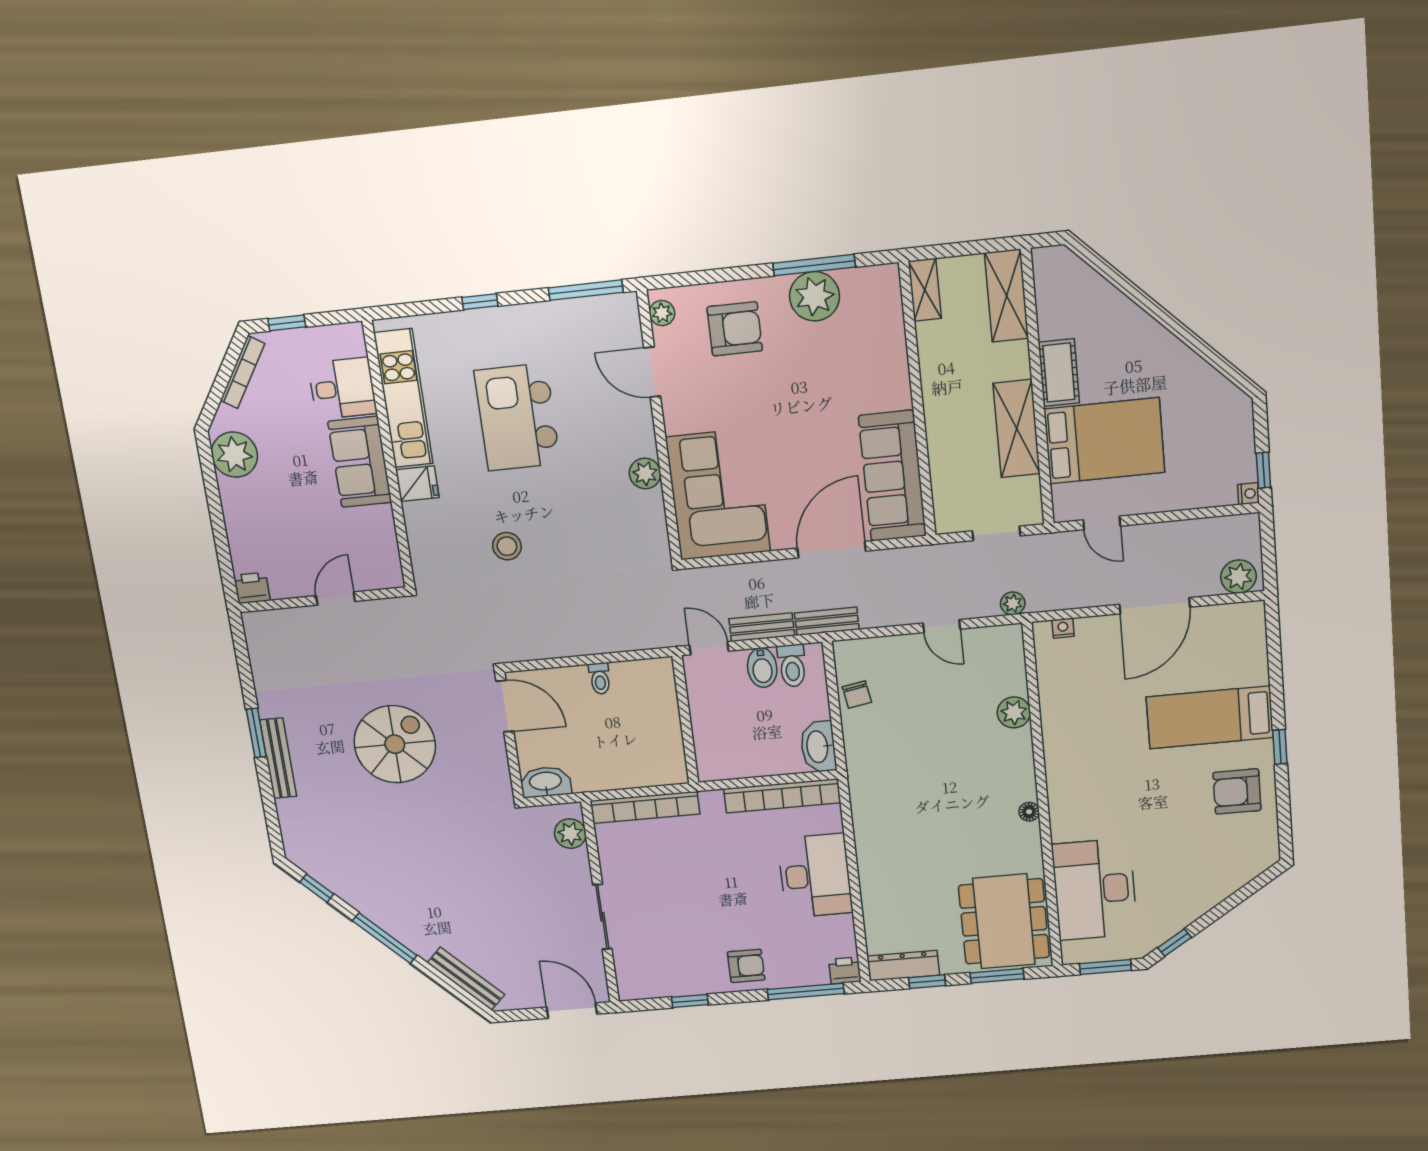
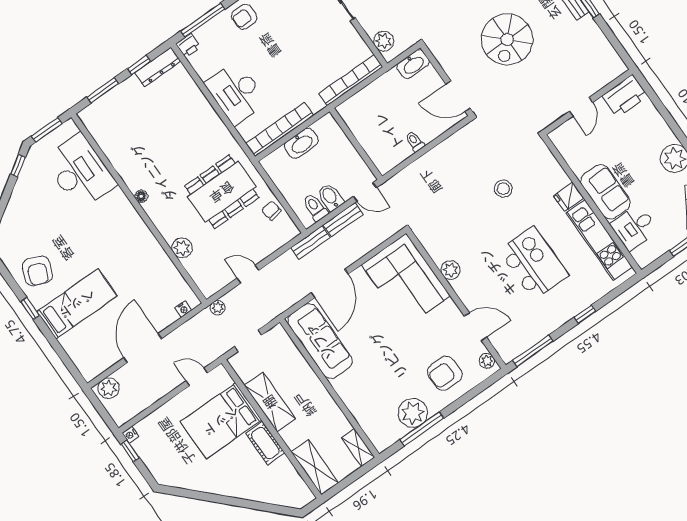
printer: (252, 588) -> (625, 96), width x1.87, depth x1.48
washbasin: (818, 747) -> (301, 143), moved, turned 90
armchair: (1237, 791) -> (37, 271), turned 112
dining table: (1004, 921) -> (222, 192), moved, turned 90

